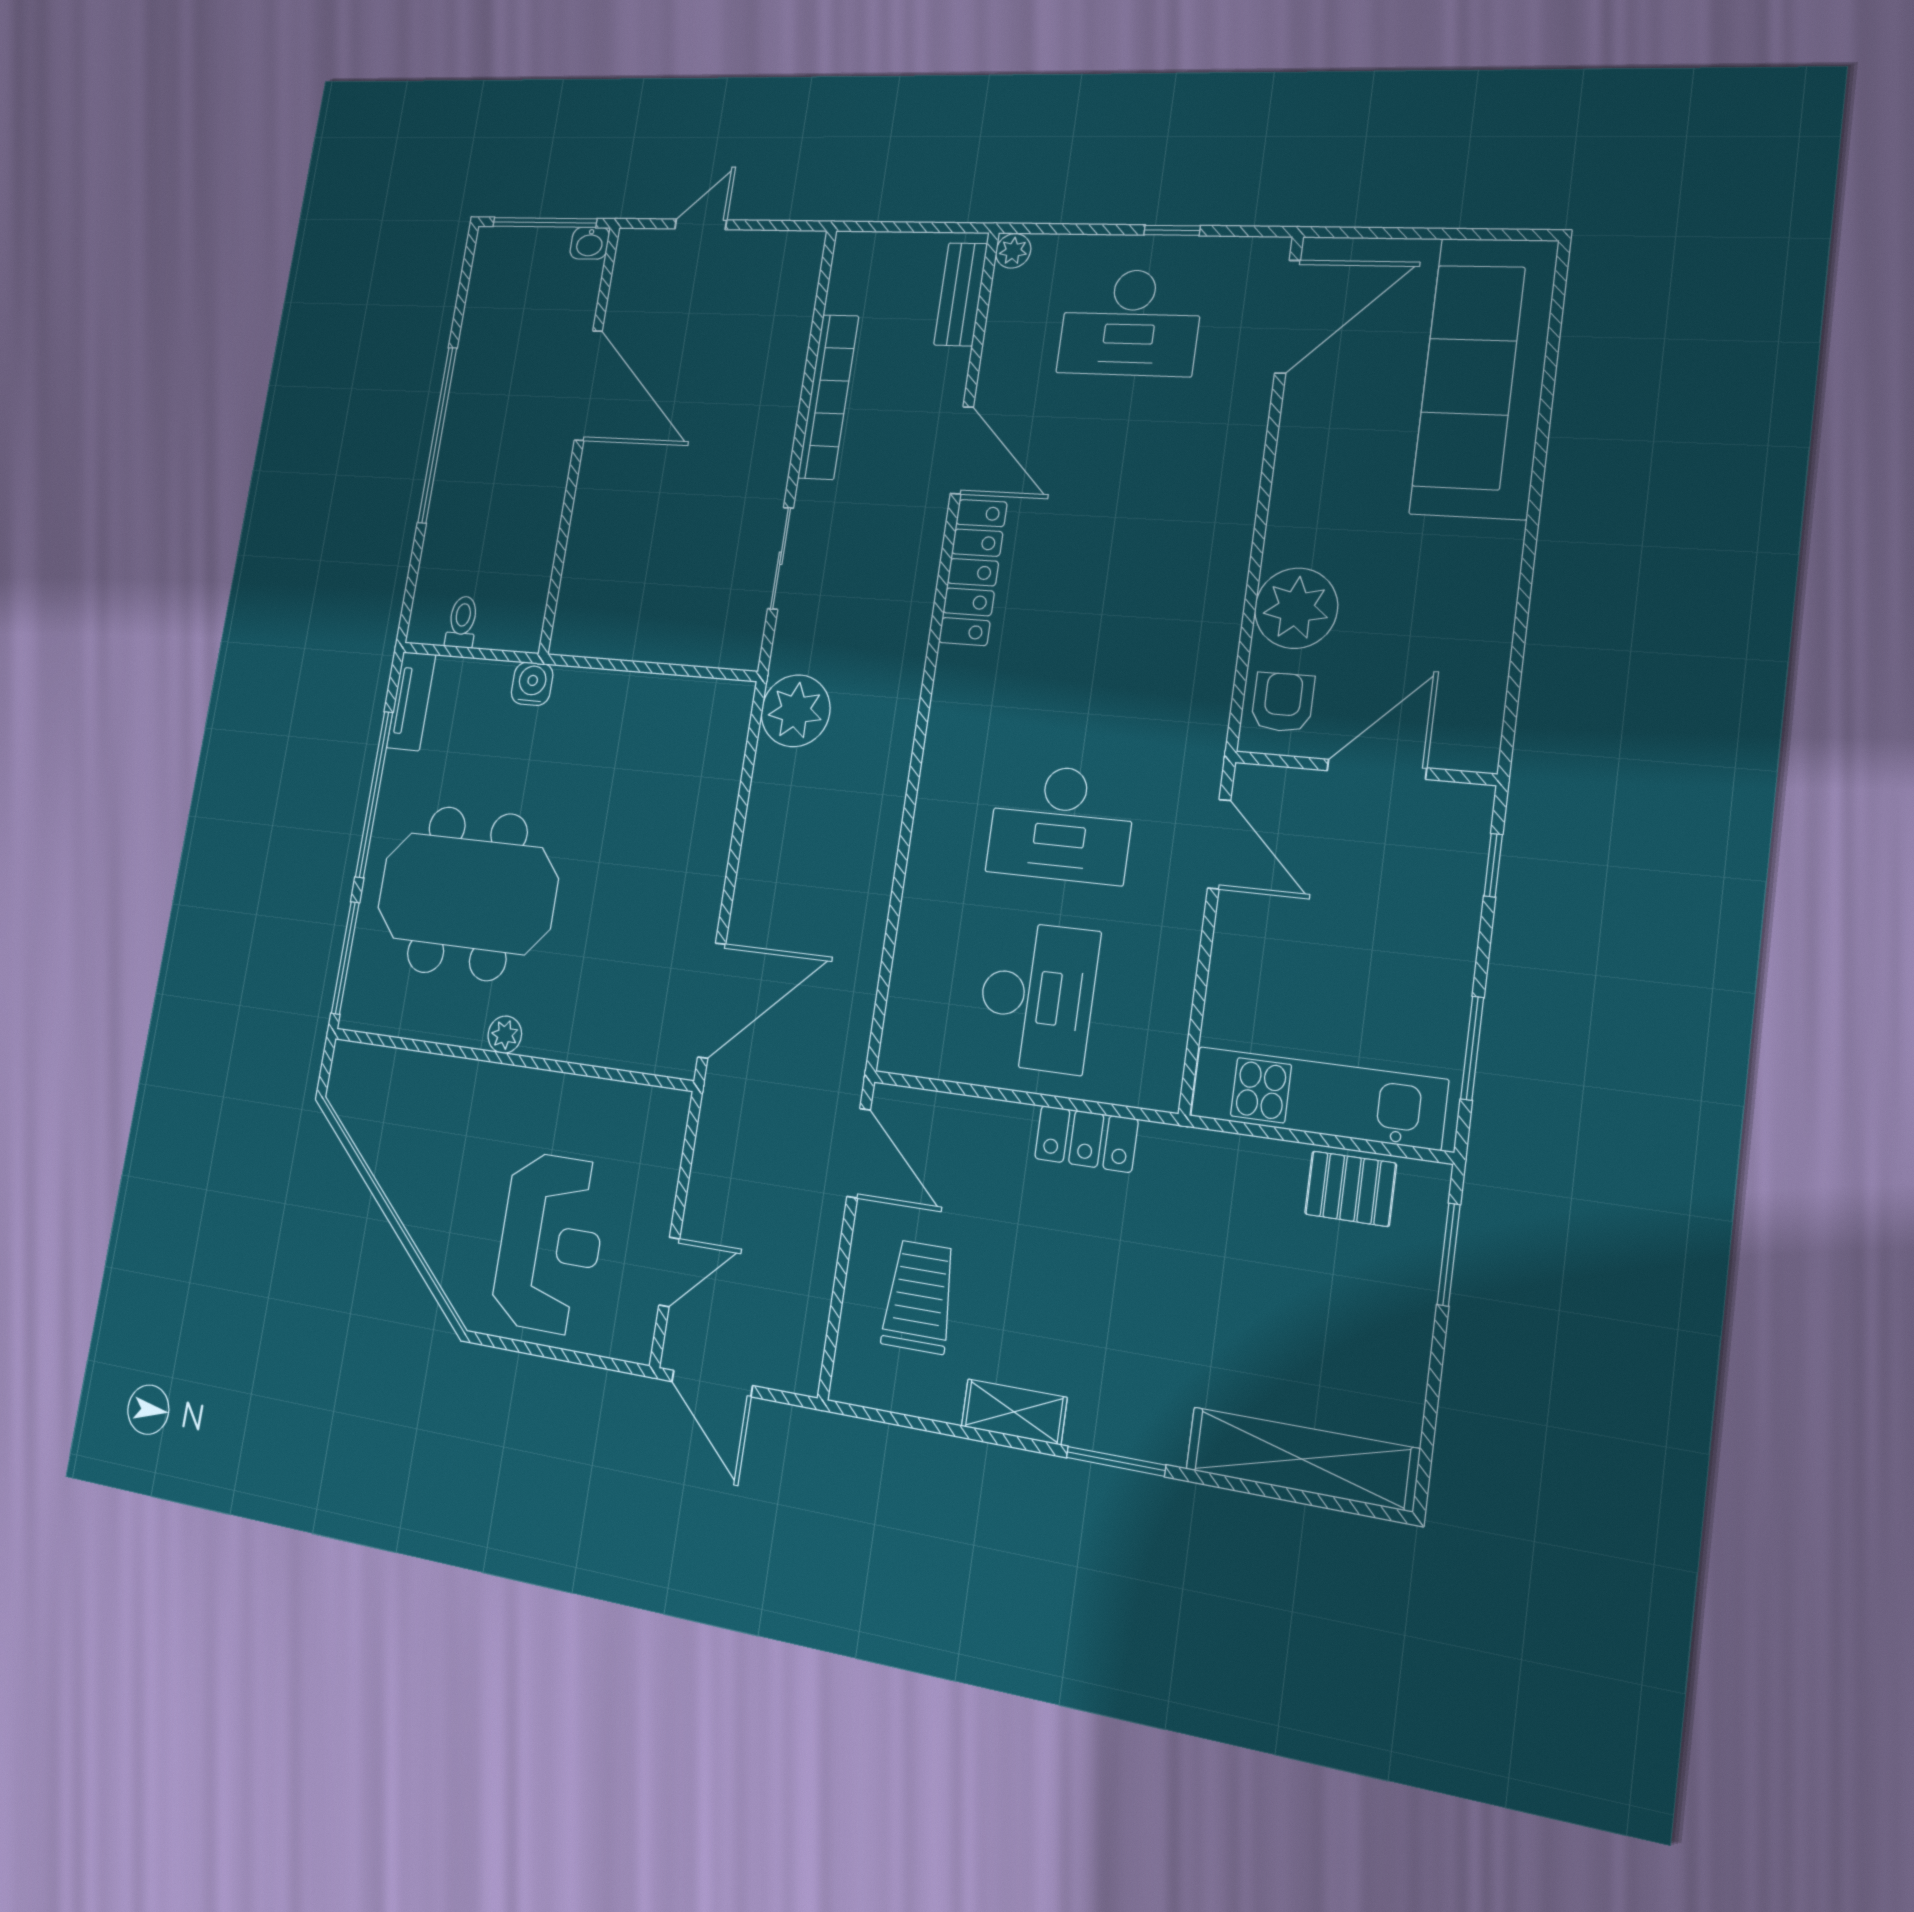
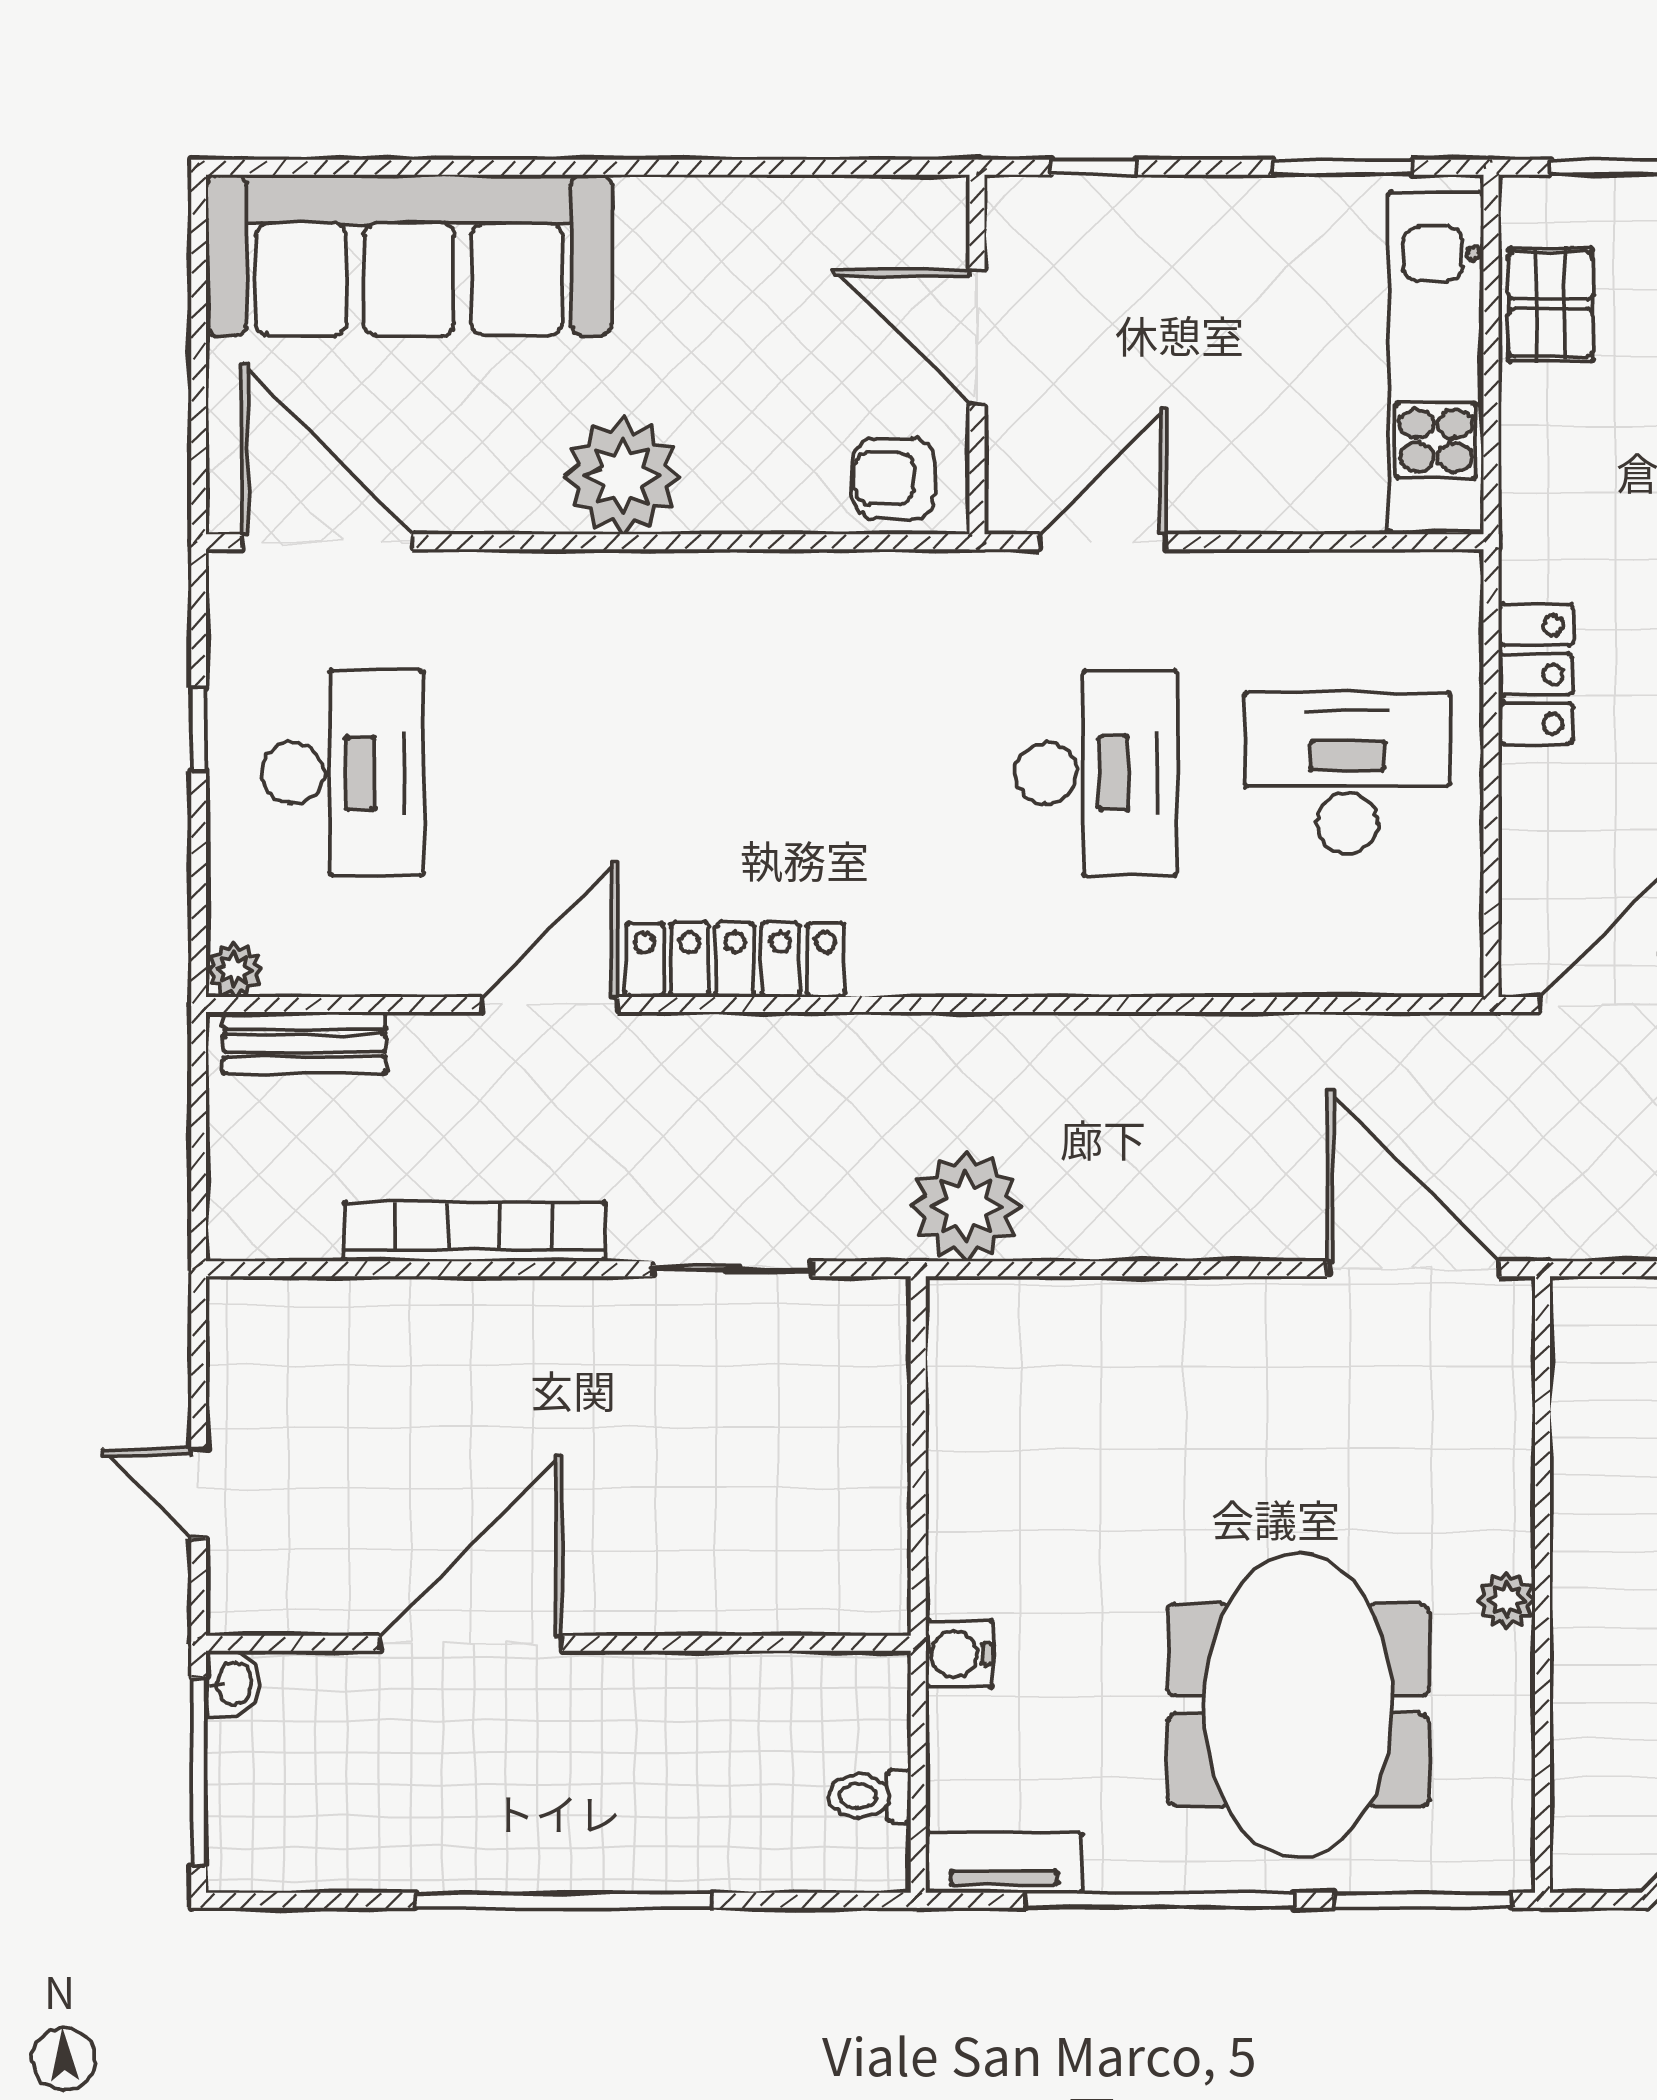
plant: (1296, 608) -> (623, 476), moved

